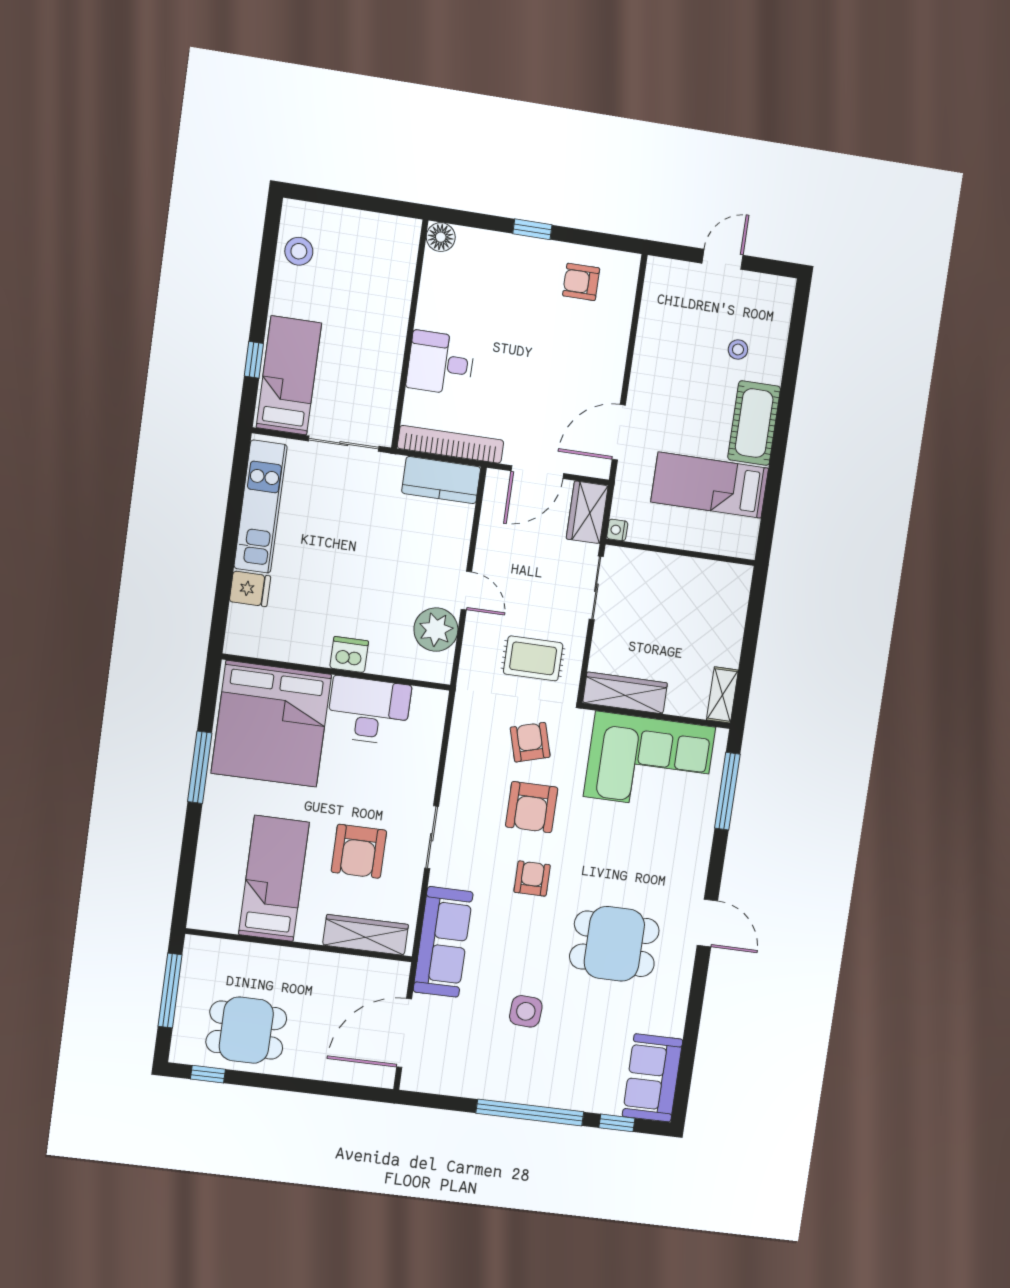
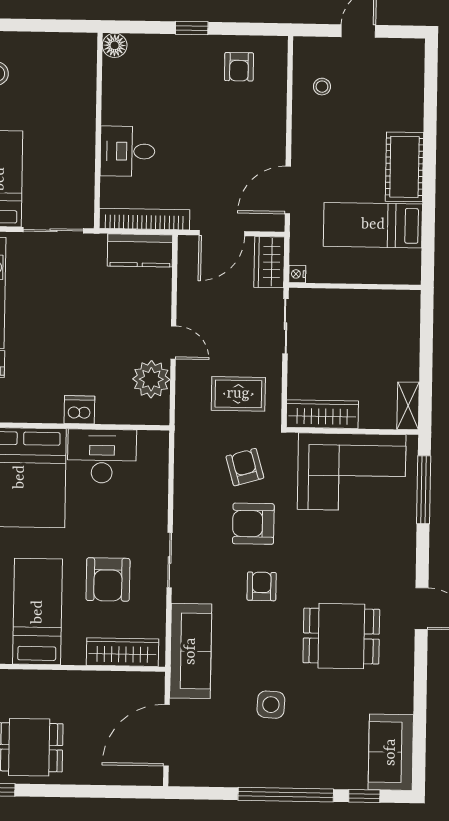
armchair: (581, 282) -> (239, 67), turned -90
stool: (738, 350) -> (322, 87), moved
armchair: (532, 807) -> (253, 524), turned 90

